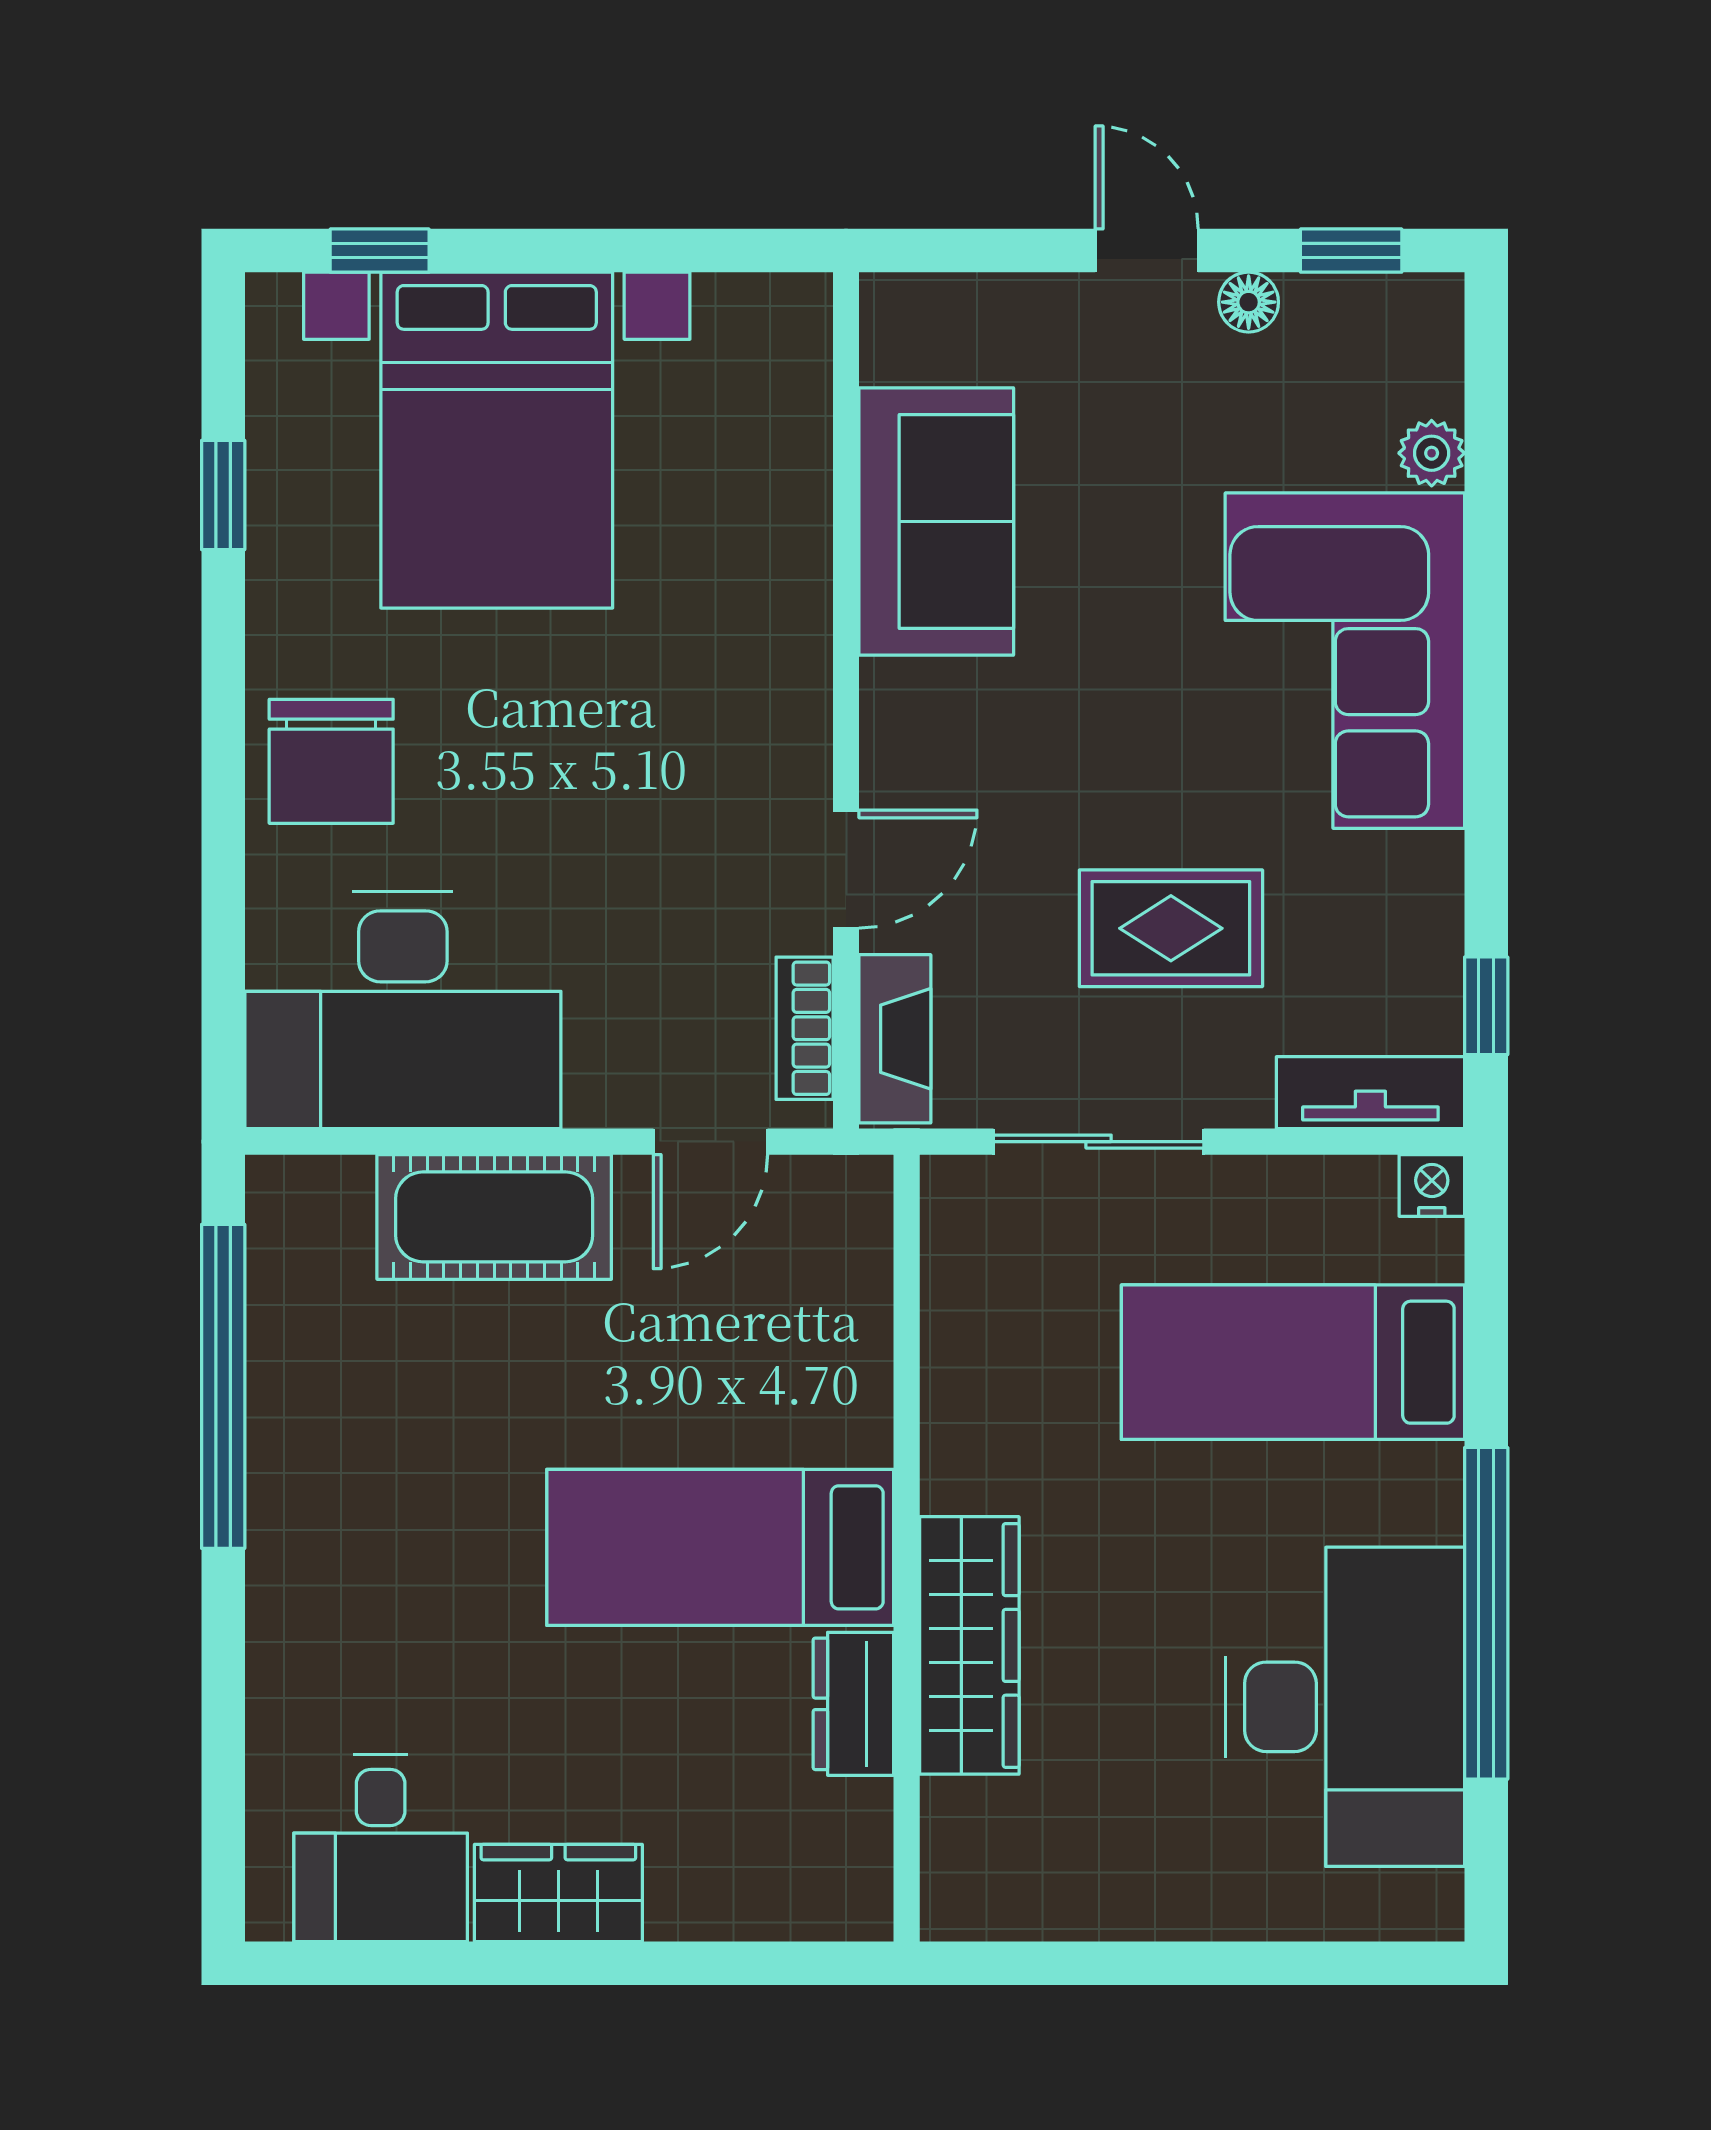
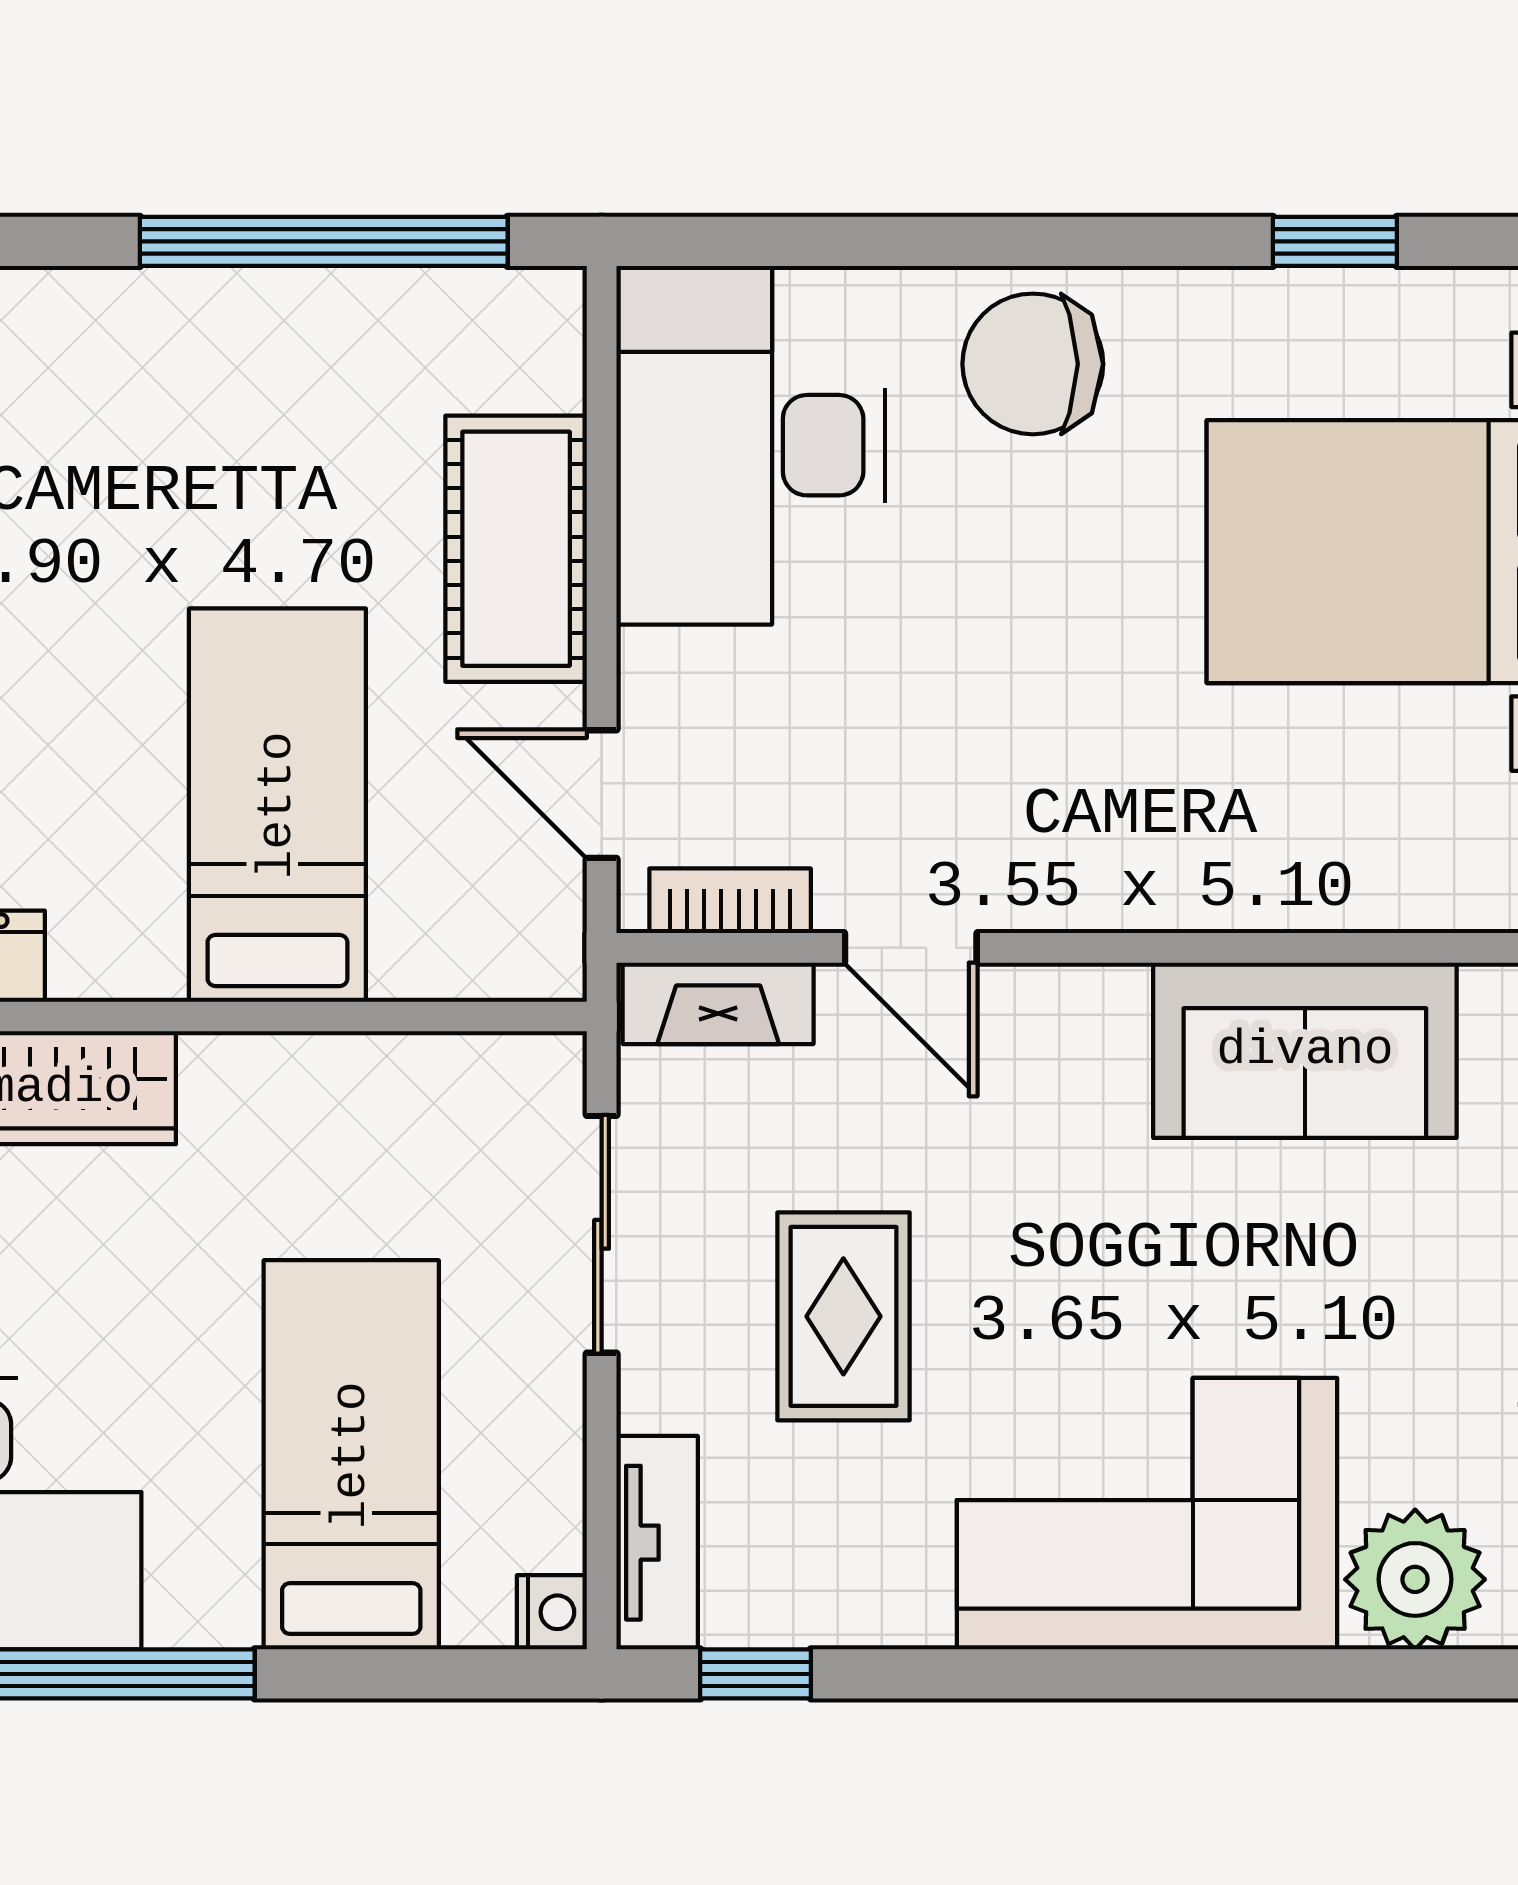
plant: (1432, 453) -> (1415, 1579), width x1.88, depth x1.88
bed: (720, 1547) -> (277, 805), moved

